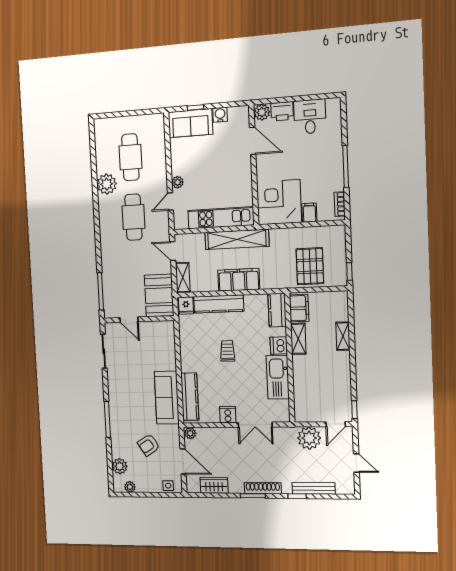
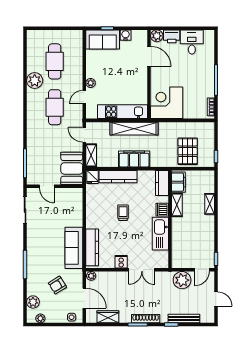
filing cabinet: (309, 213) -> (189, 112), removed

